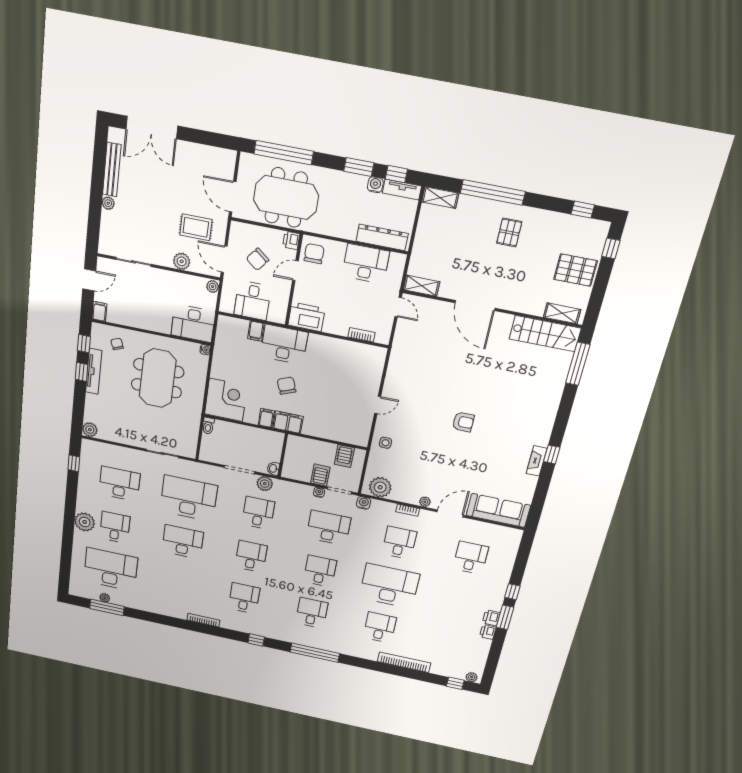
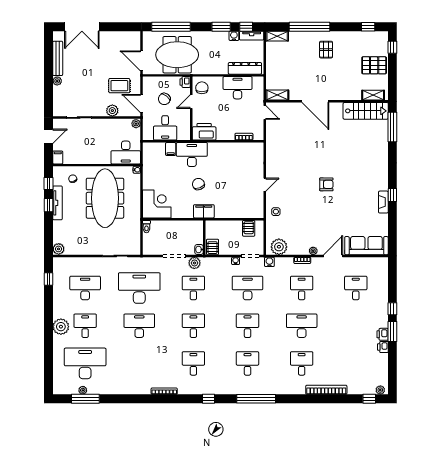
meeting table: (158, 378) -> (105, 198), width x1.36
filing cabinet: (266, 418) -> (188, 211), removed
server rack: (320, 475) -> (212, 247), moved
desk: (389, 586) -> (302, 326), width x0.73, depth x0.77

